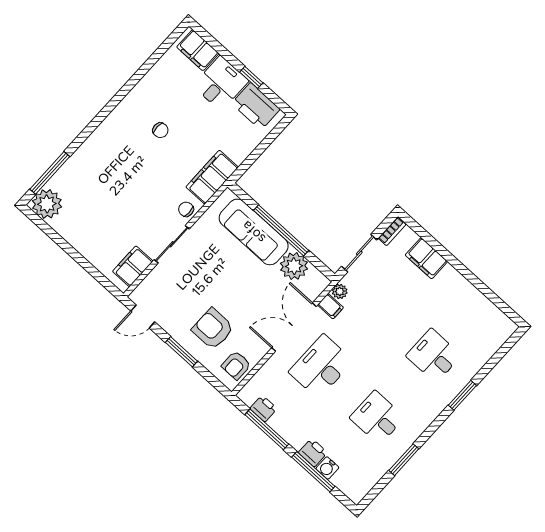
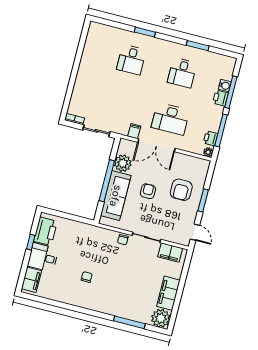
window: (50, 173) -> (129, 322), moved
filing cabinet: (212, 177) -> (168, 293), moved, turned 90
filing cabinet: (426, 258) -> (80, 92), removed
plant: (340, 291) -> (208, 152), moved
armchair: (236, 365) -> (148, 191), moved, turned -90

